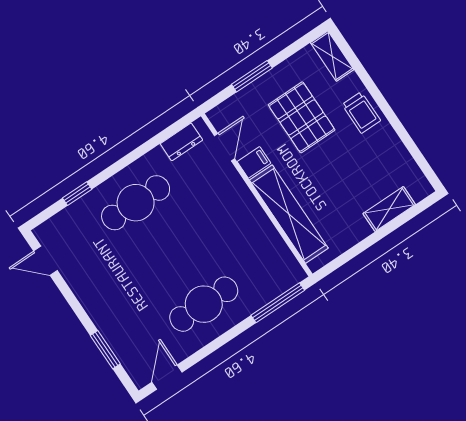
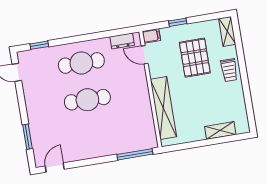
window: (252, 76) -> (178, 22), width x0.67
door: (224, 147) -> (145, 55), swing flipped
filing cabinet: (254, 162) -> (151, 36), moved
window: (77, 194) -> (39, 45), moved
cafe table: (204, 304) -> (87, 100), moved

